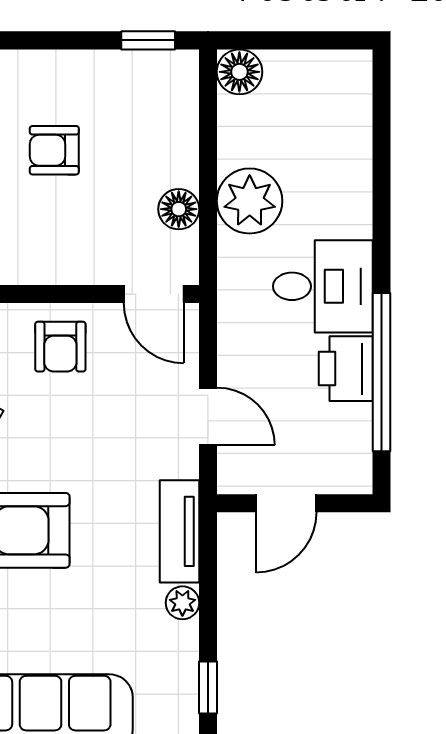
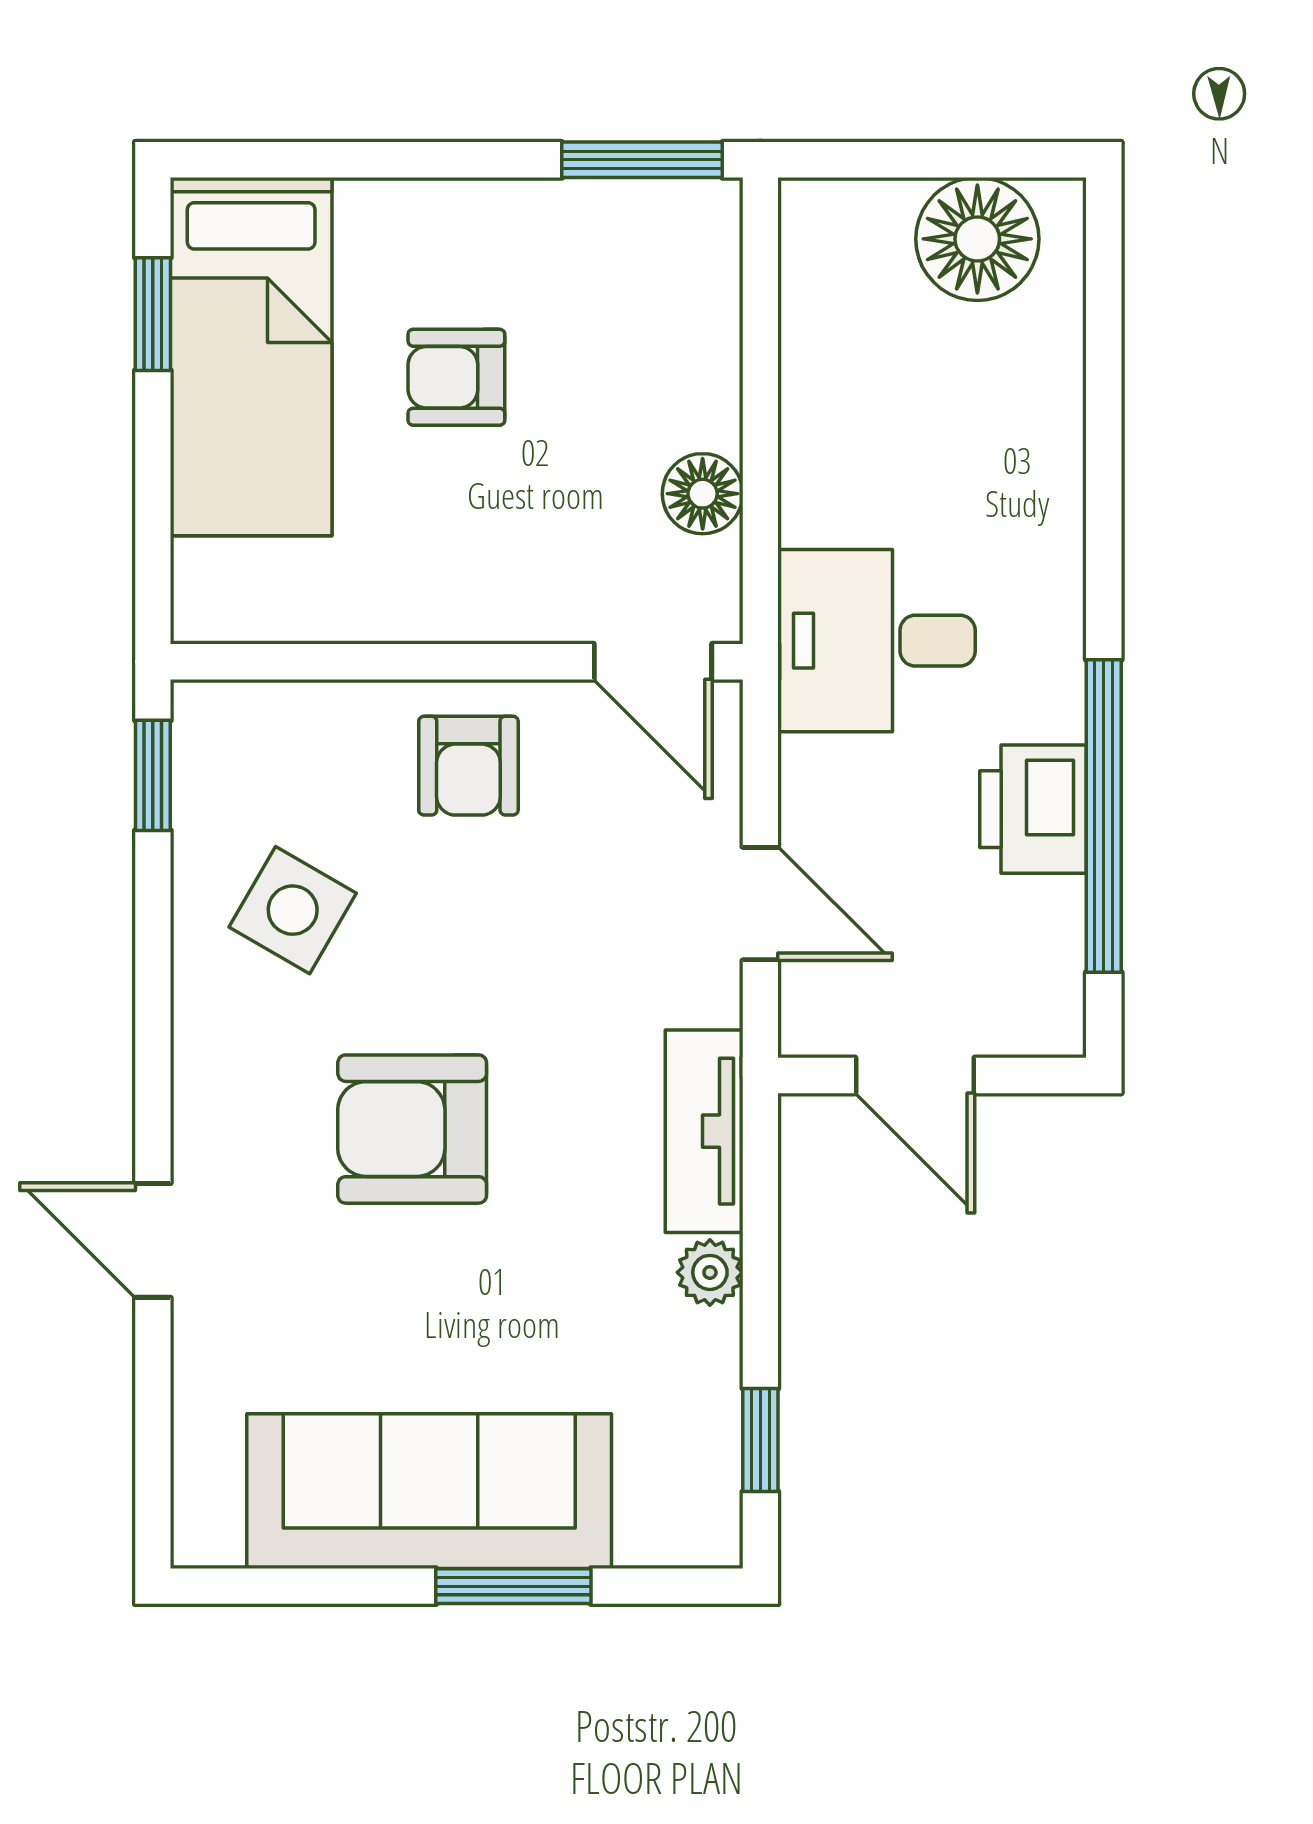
window: (148, 40) -> (642, 160), width x1.50
floor lamp: (239, 72) -> (977, 239), moved, width x1.38, depth x1.38
plant: (250, 201) -> (843, 478), removed
desk: (323, 286) -> (877, 641), moved, turned 180
door: (286, 503) -> (915, 1075), hinge flipped

